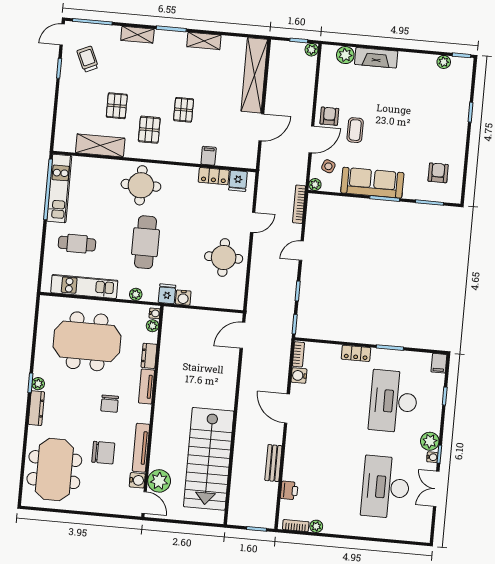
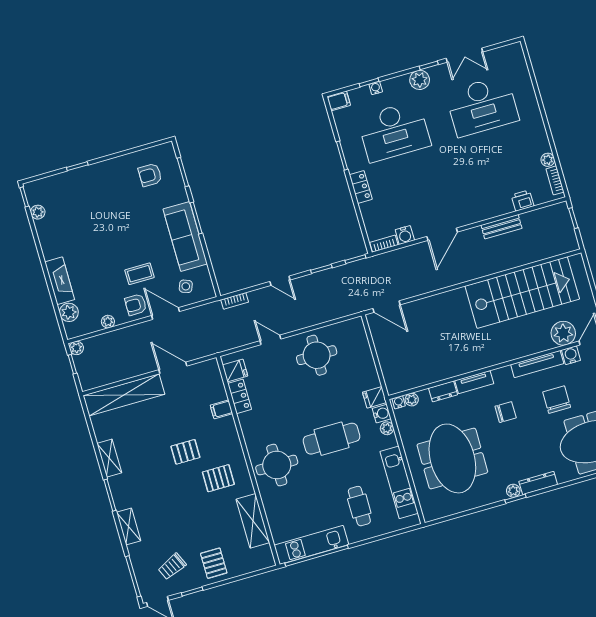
pallet: (117, 106) -> (214, 563), moved, turned 90
plant: (315, 184) -> (108, 322), moved
bookcase: (299, 204) -> (235, 301), width x0.64
water cooler: (183, 298) -> (382, 414), moved
water cooler: (432, 457) -> (376, 88), moved

